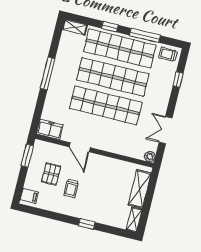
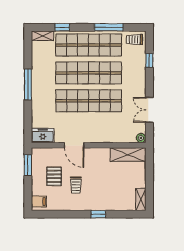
window: (110, 27) -> (62, 27), moved
shelving: (140, 189) -> (128, 155), moved, turned 90

